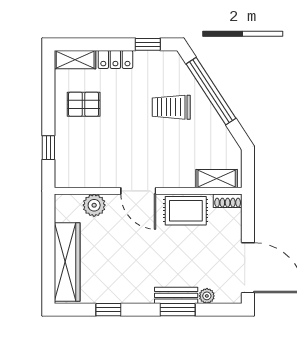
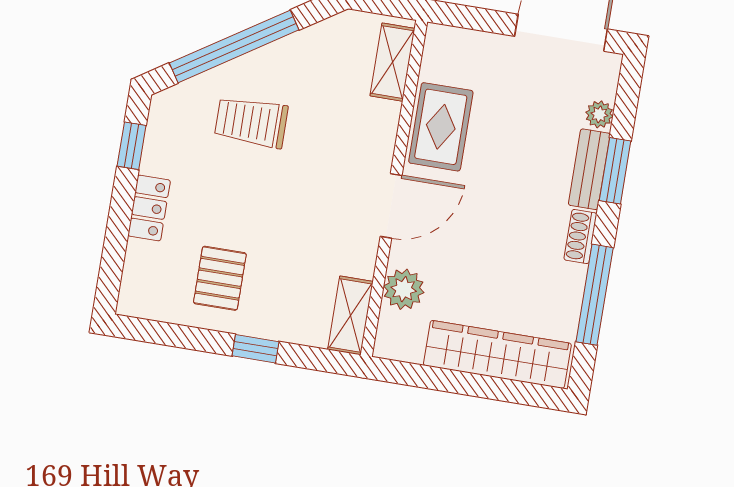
shelving: (75, 60) -> (350, 315), moved
trolley: (171, 107) -> (251, 122), turned 90
window: (48, 148) -> (255, 349), moved
shoe rack: (228, 201) -> (580, 236), moved, turned 180
window: (108, 310) -> (595, 295), width x2.17

